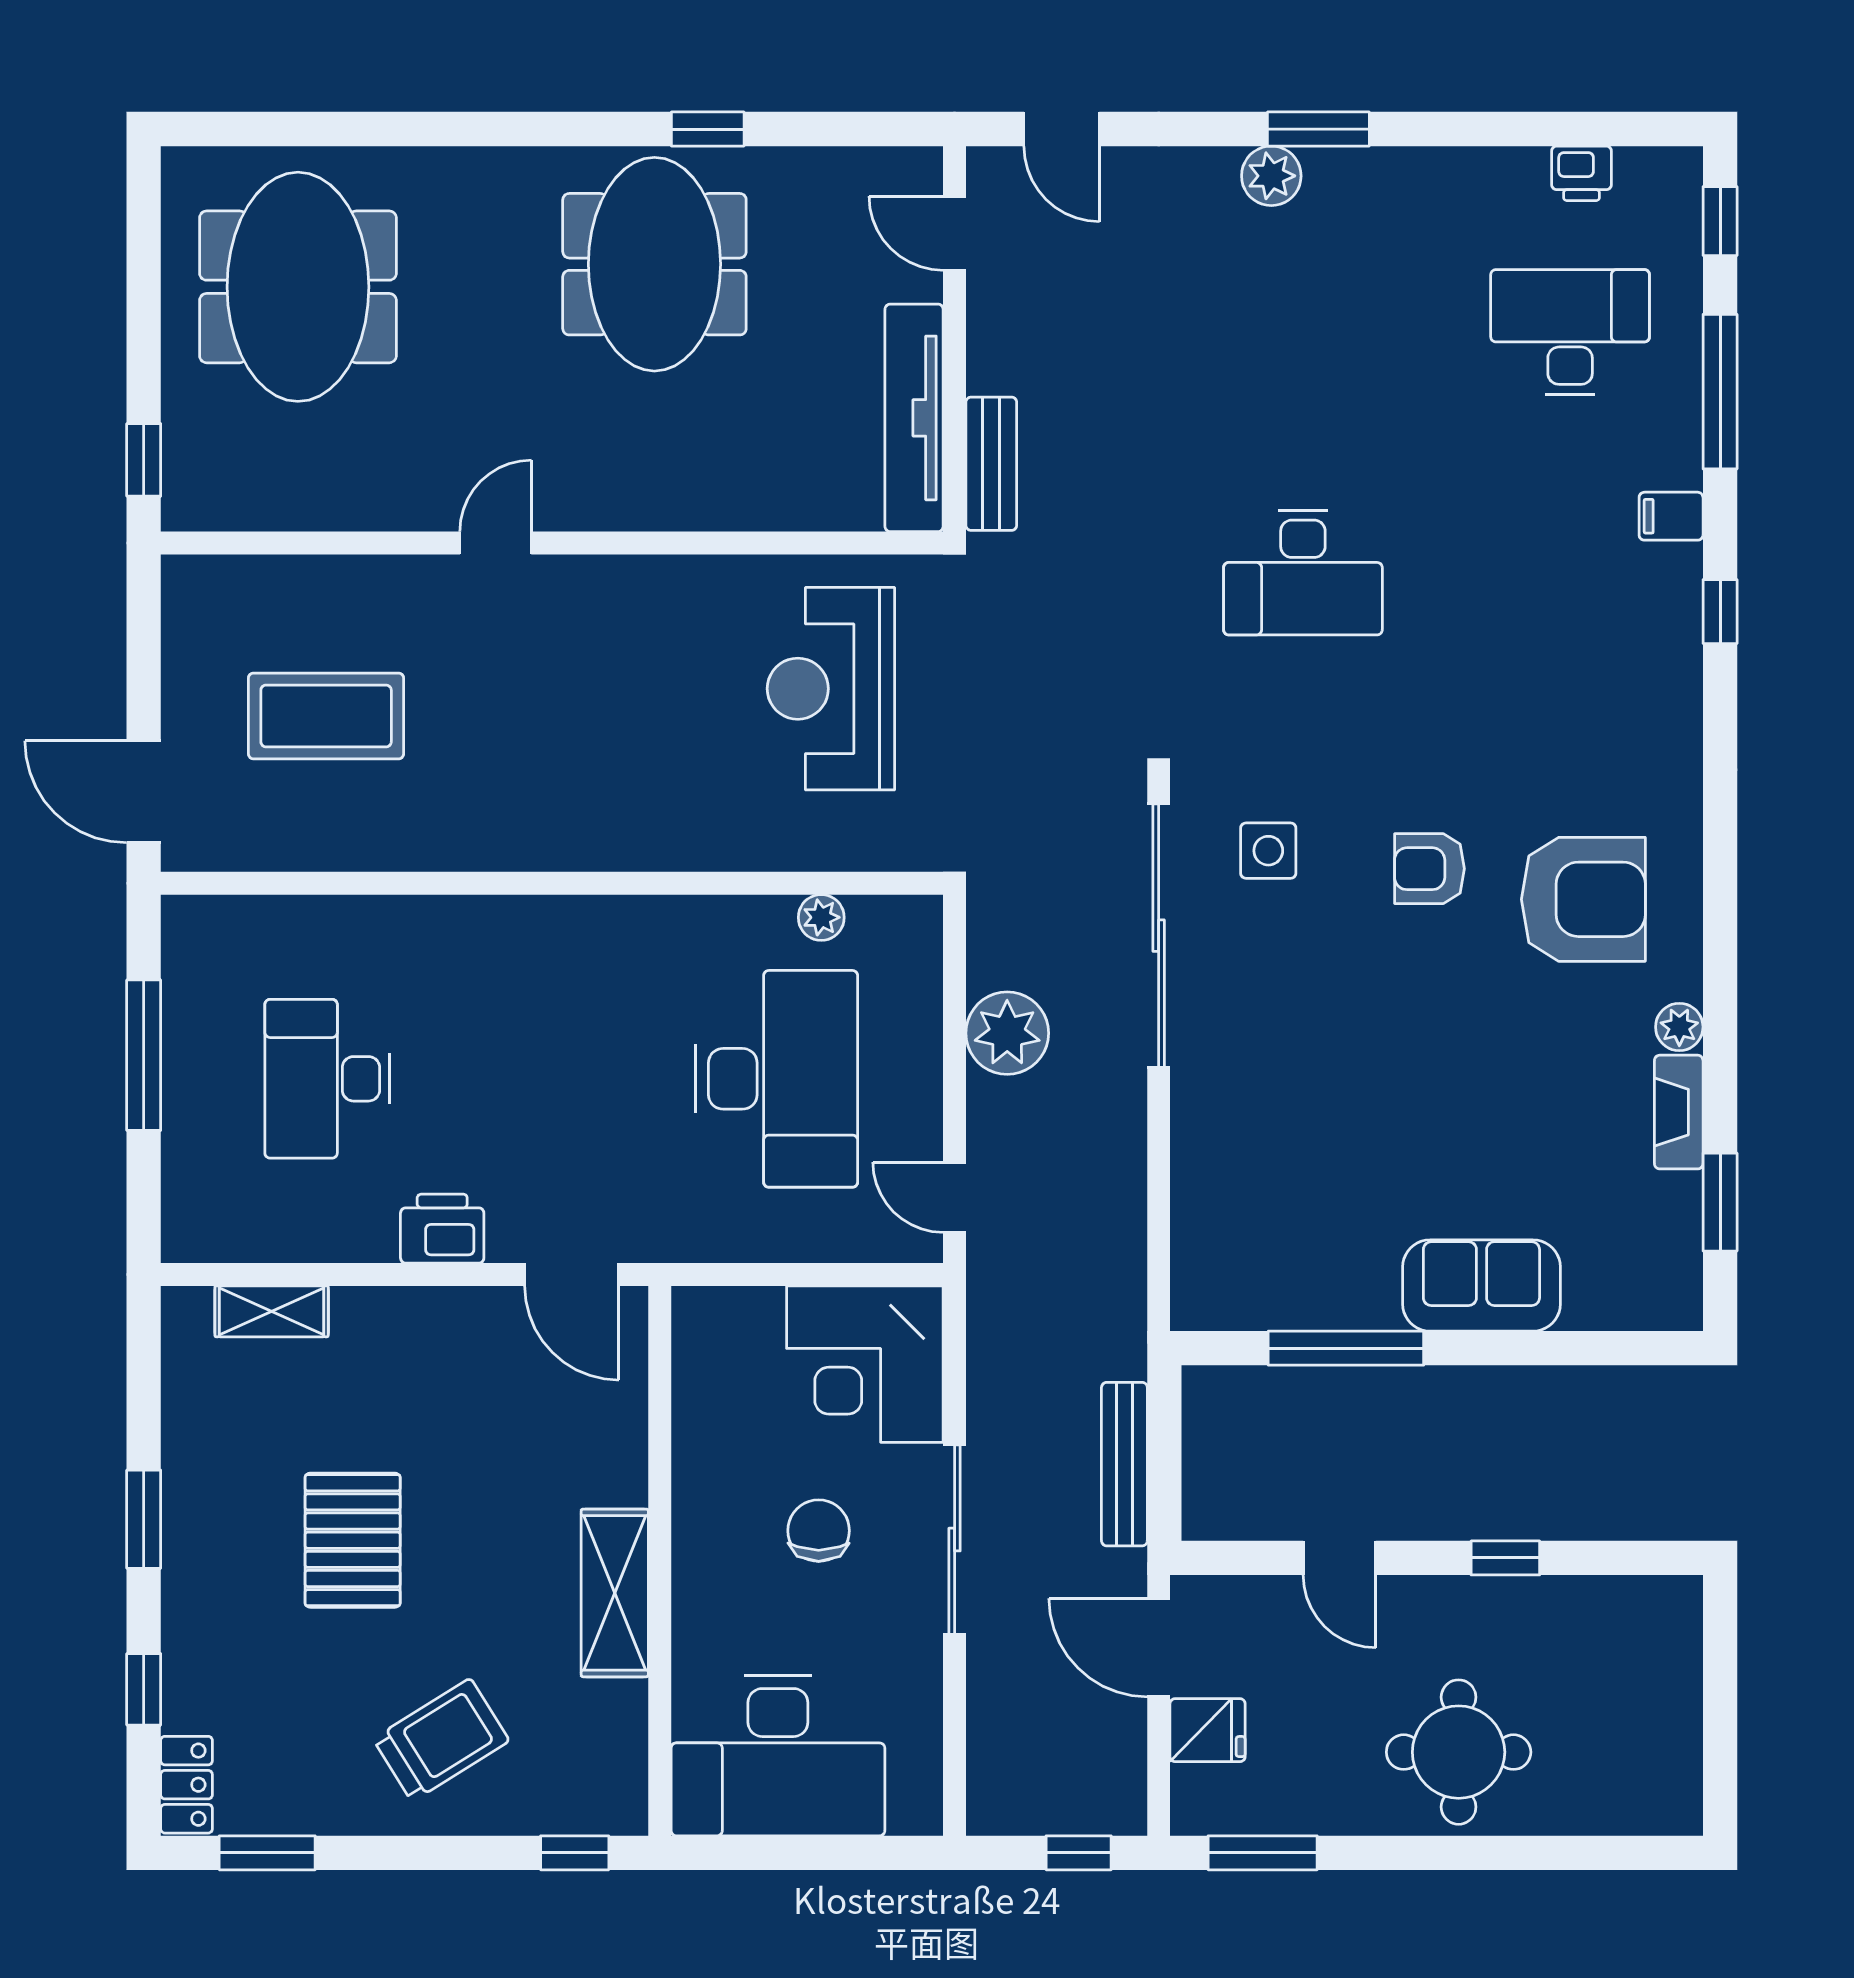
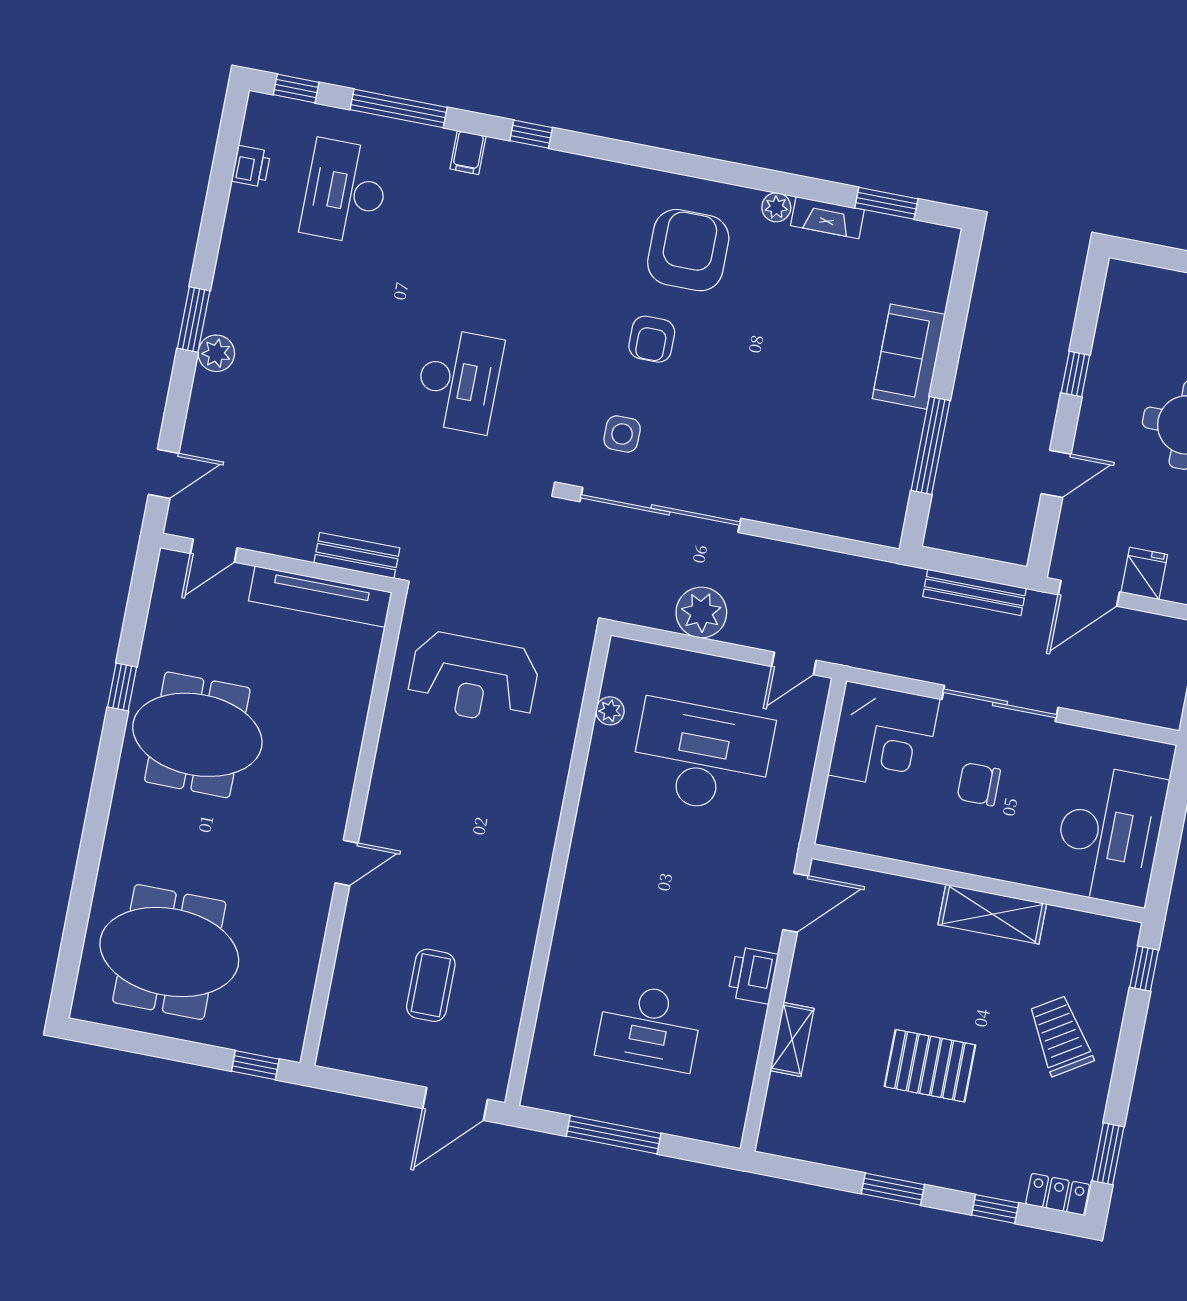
door: (496, 543) -> (347, 863), swing flipped
coffee table: (326, 716) -> (431, 985), width x0.73, depth x0.76
shelving: (272, 1311) -> (792, 1039), moved

